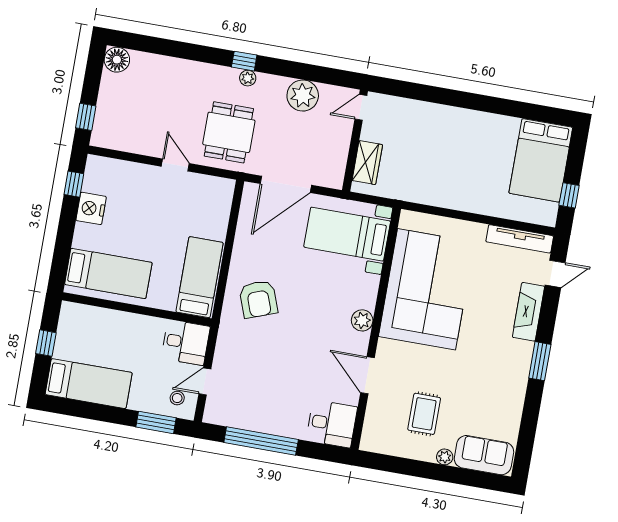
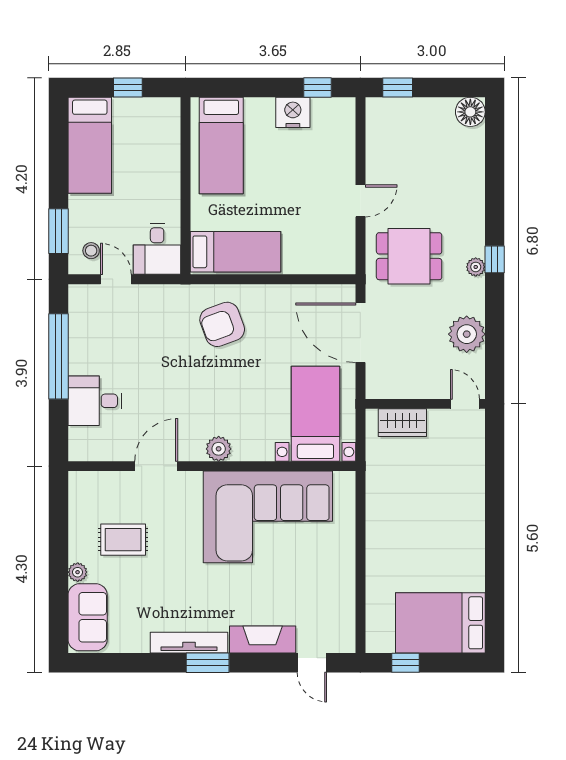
tv unit: (520, 239) -> (189, 643), moved, turned 90
desk: (332, 424) -> (95, 401), moved, turned 90

